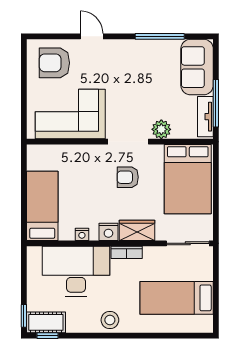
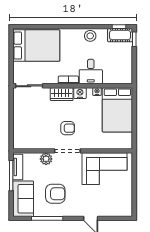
armchair: (54, 63) -> (55, 194), moved
bed: (188, 179) -> (29, 127), removed
bed: (42, 206) -> (117, 110), width x1.50
desk: (76, 271) -> (91, 72), width x0.53, depth x0.77
bed: (177, 298) -> (36, 46), width x1.50
stool: (110, 320) -> (90, 36), moved

